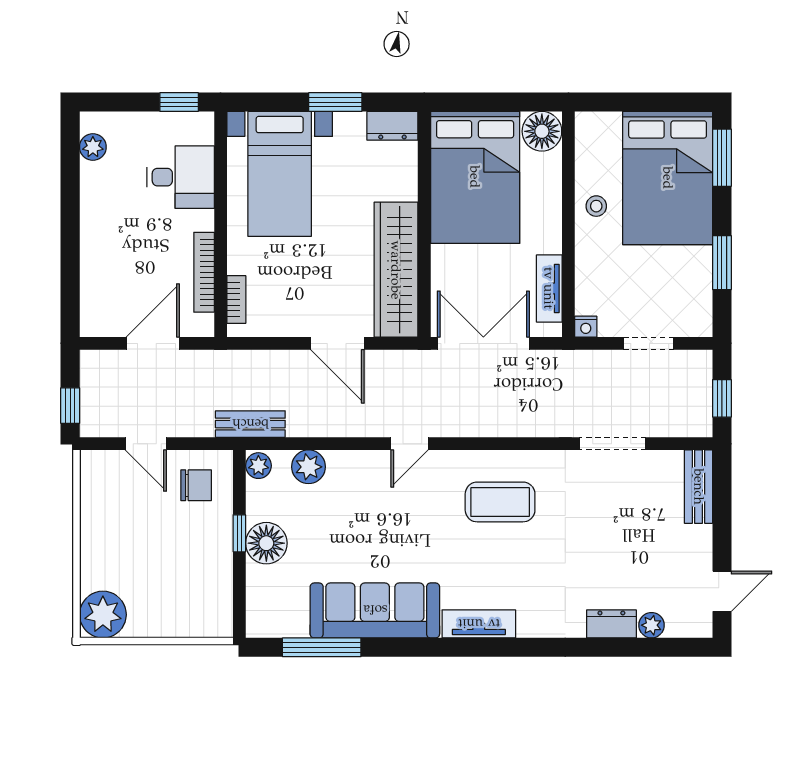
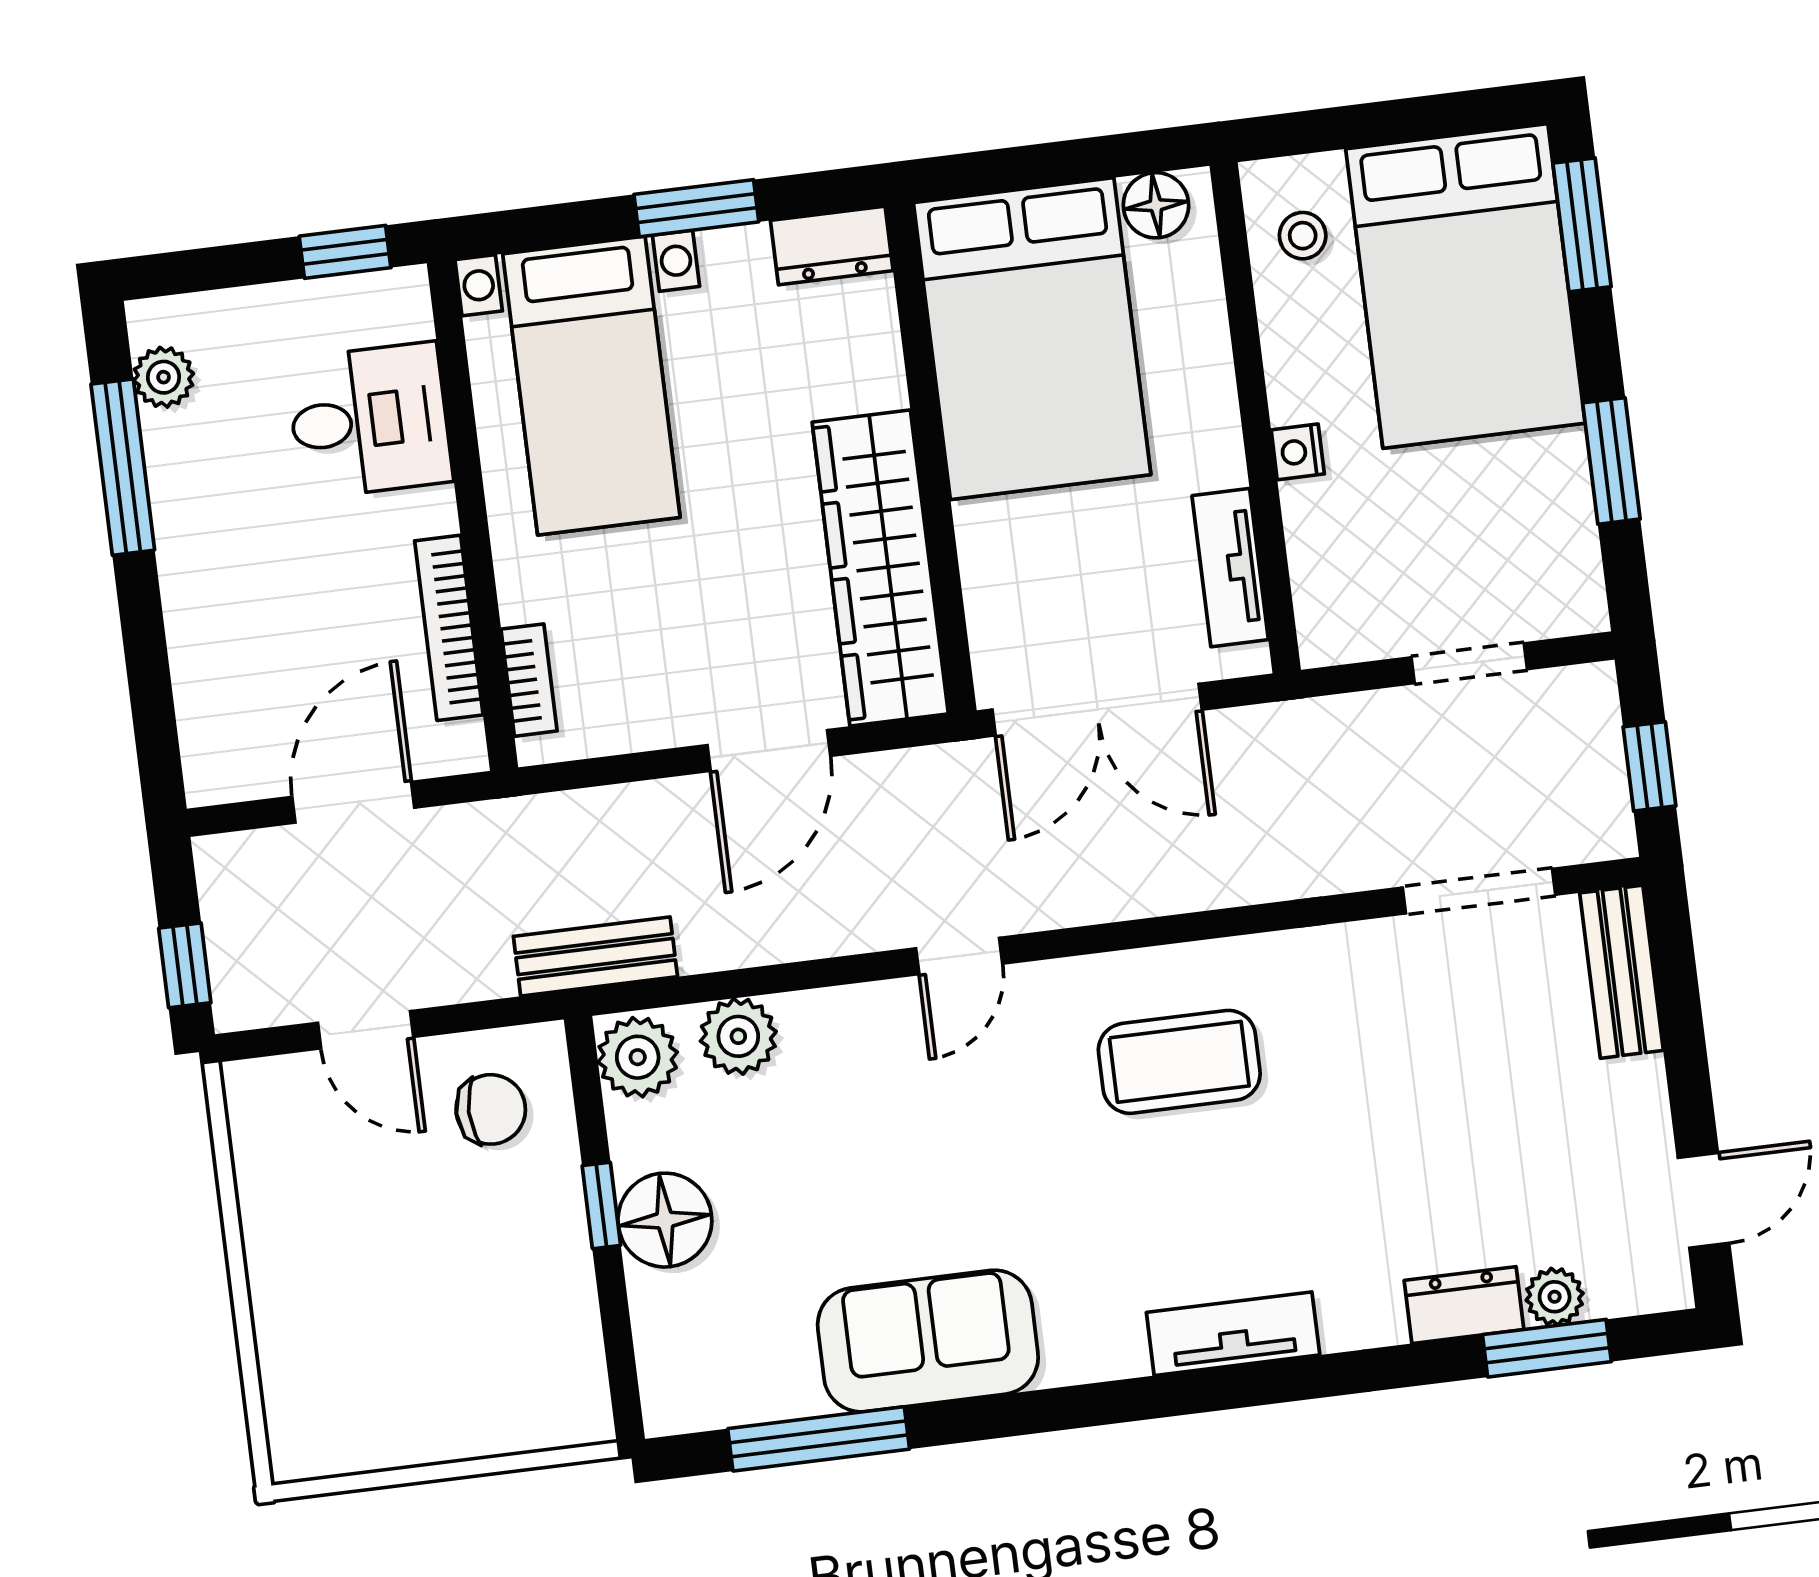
floor lamp: (542, 131) -> (1156, 205), width x0.73, depth x0.73
window: (70, 184) -> (123, 467), added
stool: (596, 206) -> (1303, 236), moved
nightstand: (586, 327) -> (1298, 452), moved, turned 90
door: (337, 343) -> (769, 750), hinge flipped
double door: (483, 343) -> (1097, 710), swing flipped
doorway: (613, 444) -> (1479, 891), moved
plant: (258, 466) -> (638, 1057), width x1.38, depth x1.38
sofa: (375, 610) -> (928, 1341), width x0.73
plant: (103, 615) -> (317, 1426), removed
tv unit: (479, 624) -> (1233, 1334), moved
window: (645, 647) -> (1547, 1348), added

